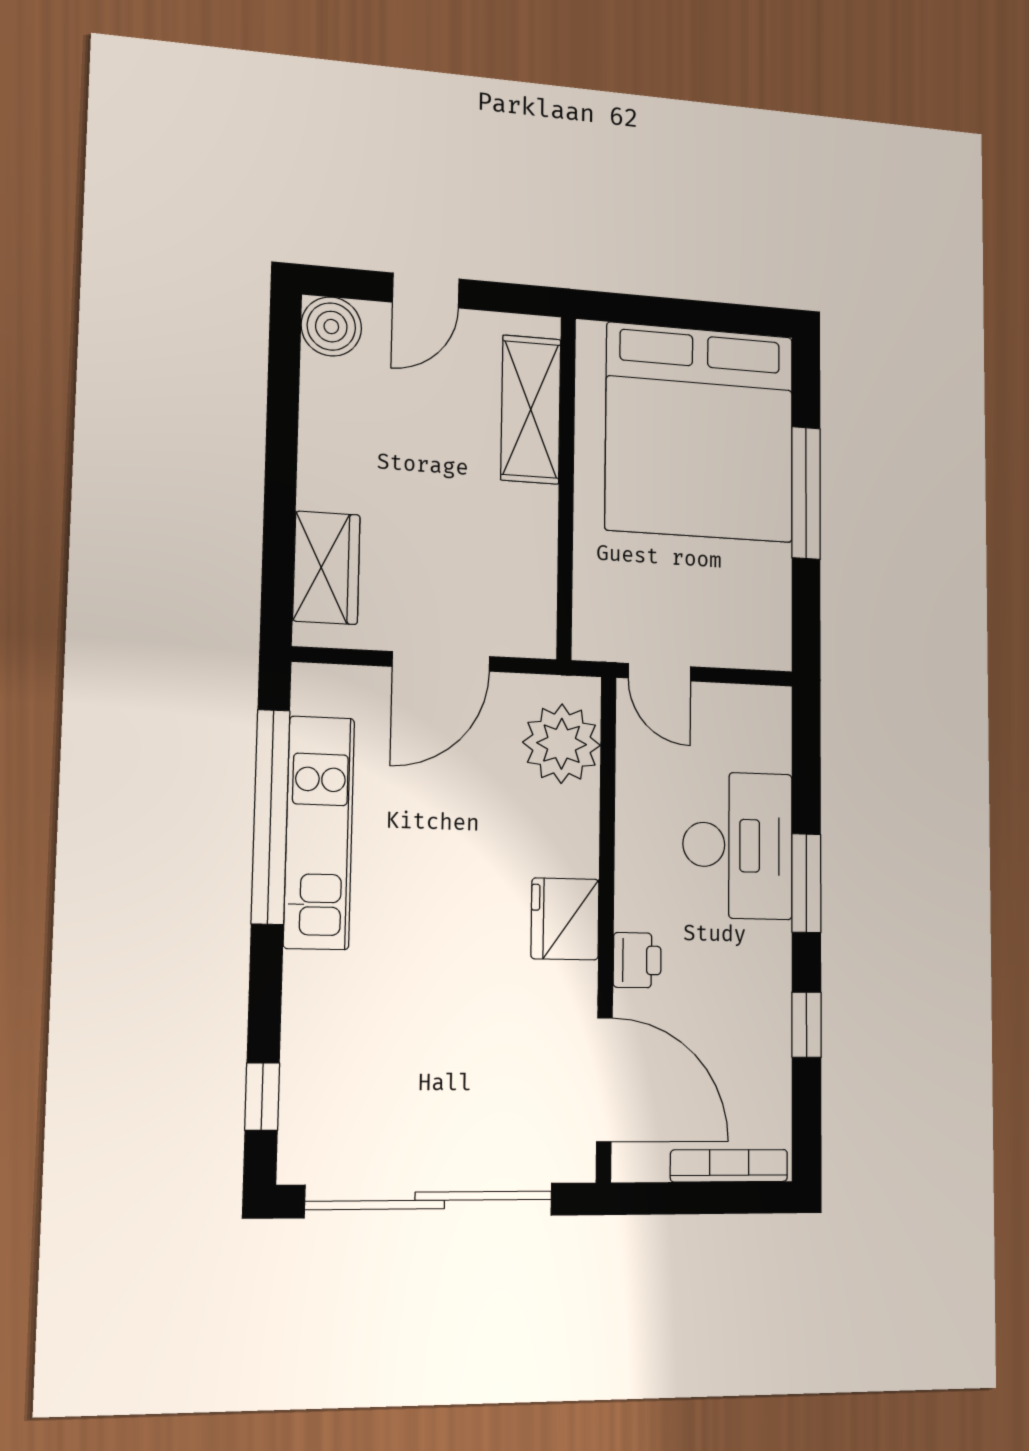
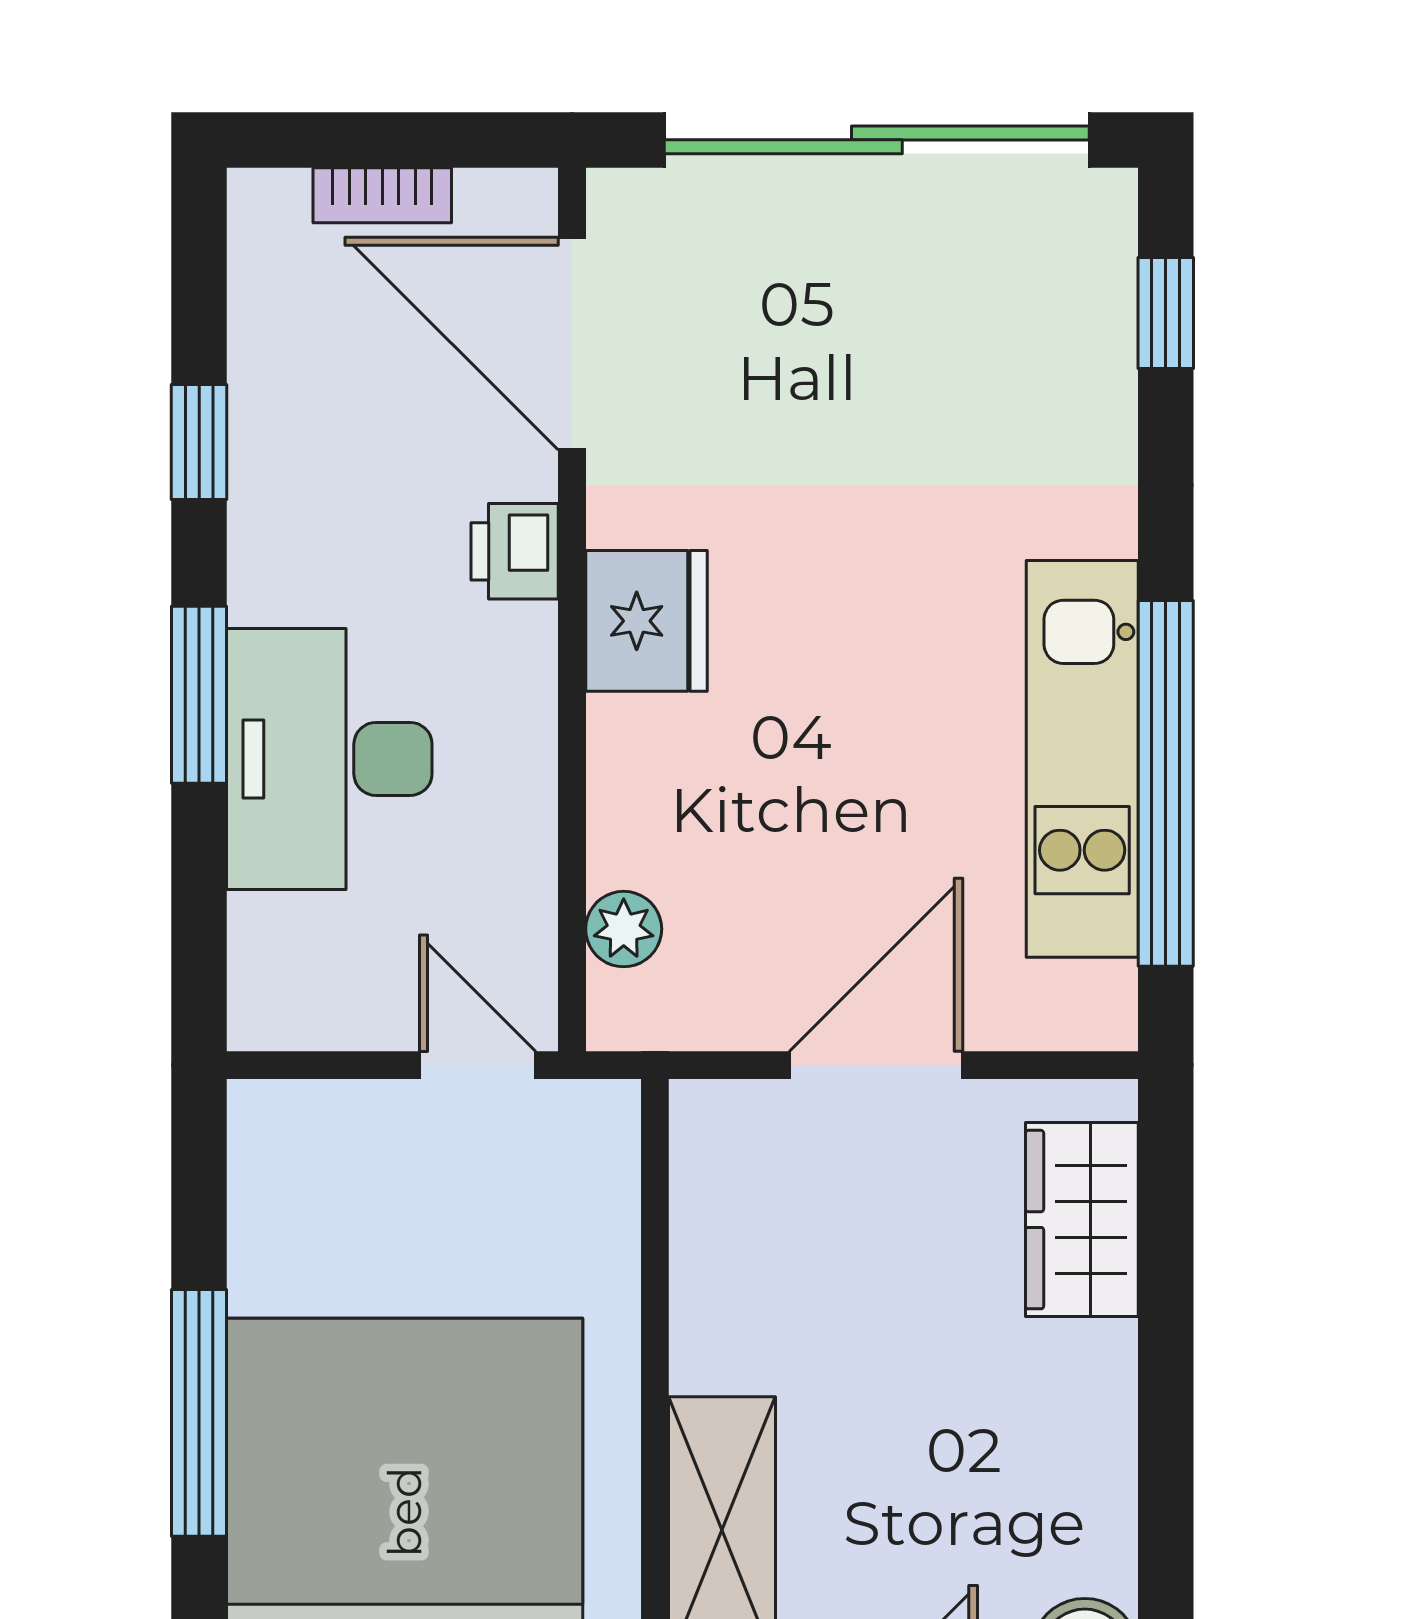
plant: (562, 744) -> (624, 929), width x0.53, depth x0.53
bookcase: (729, 1166) -> (382, 195), width x0.64

